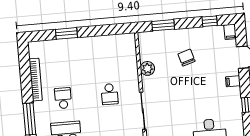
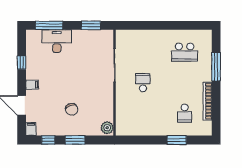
window: (163, 25) -> (75, 140), moved
plant: (147, 68) -> (107, 128), moved
school desk: (63, 98) -> (185, 113), moved

